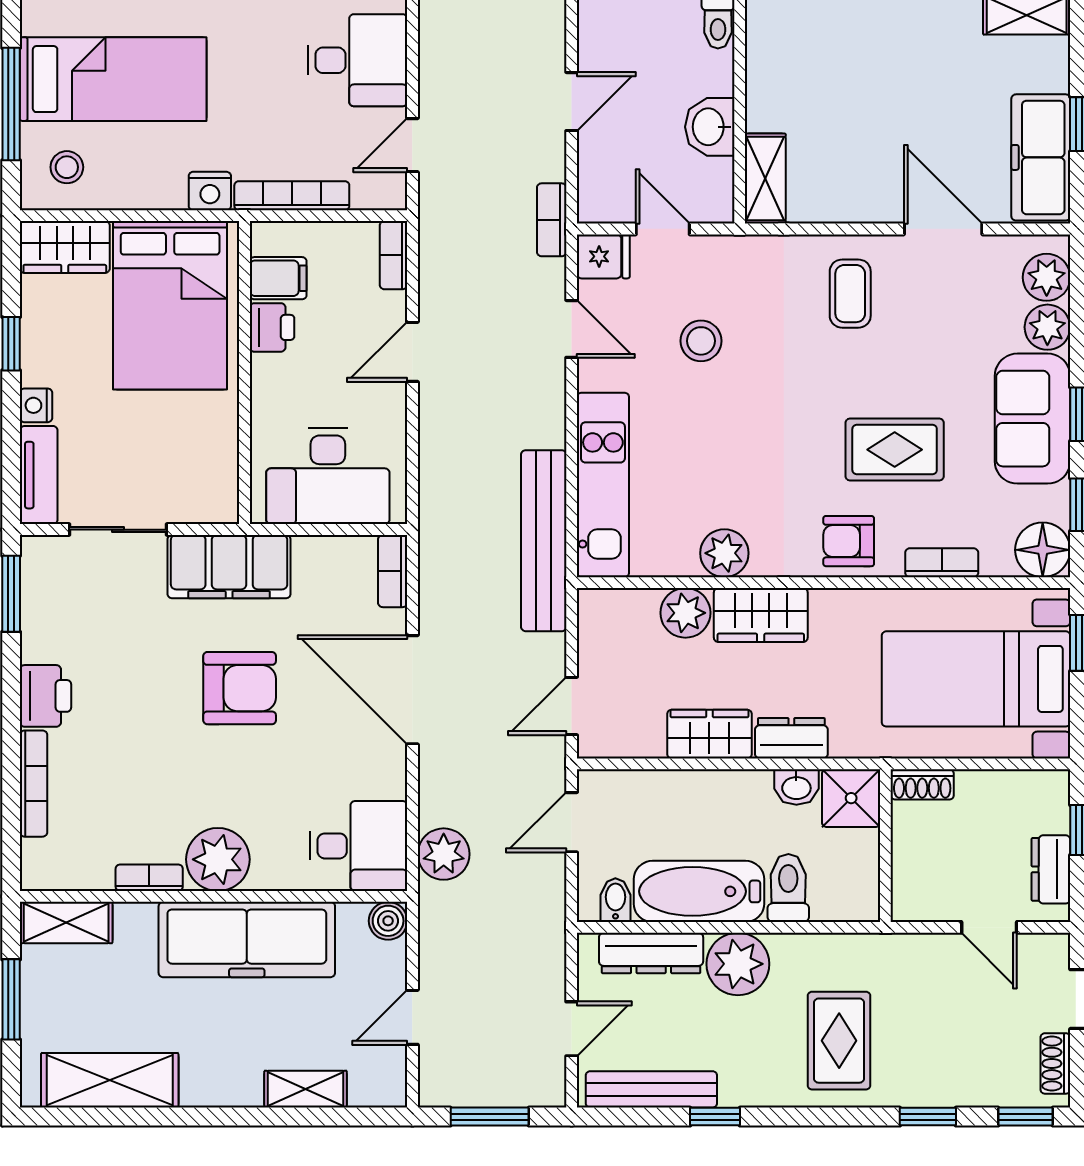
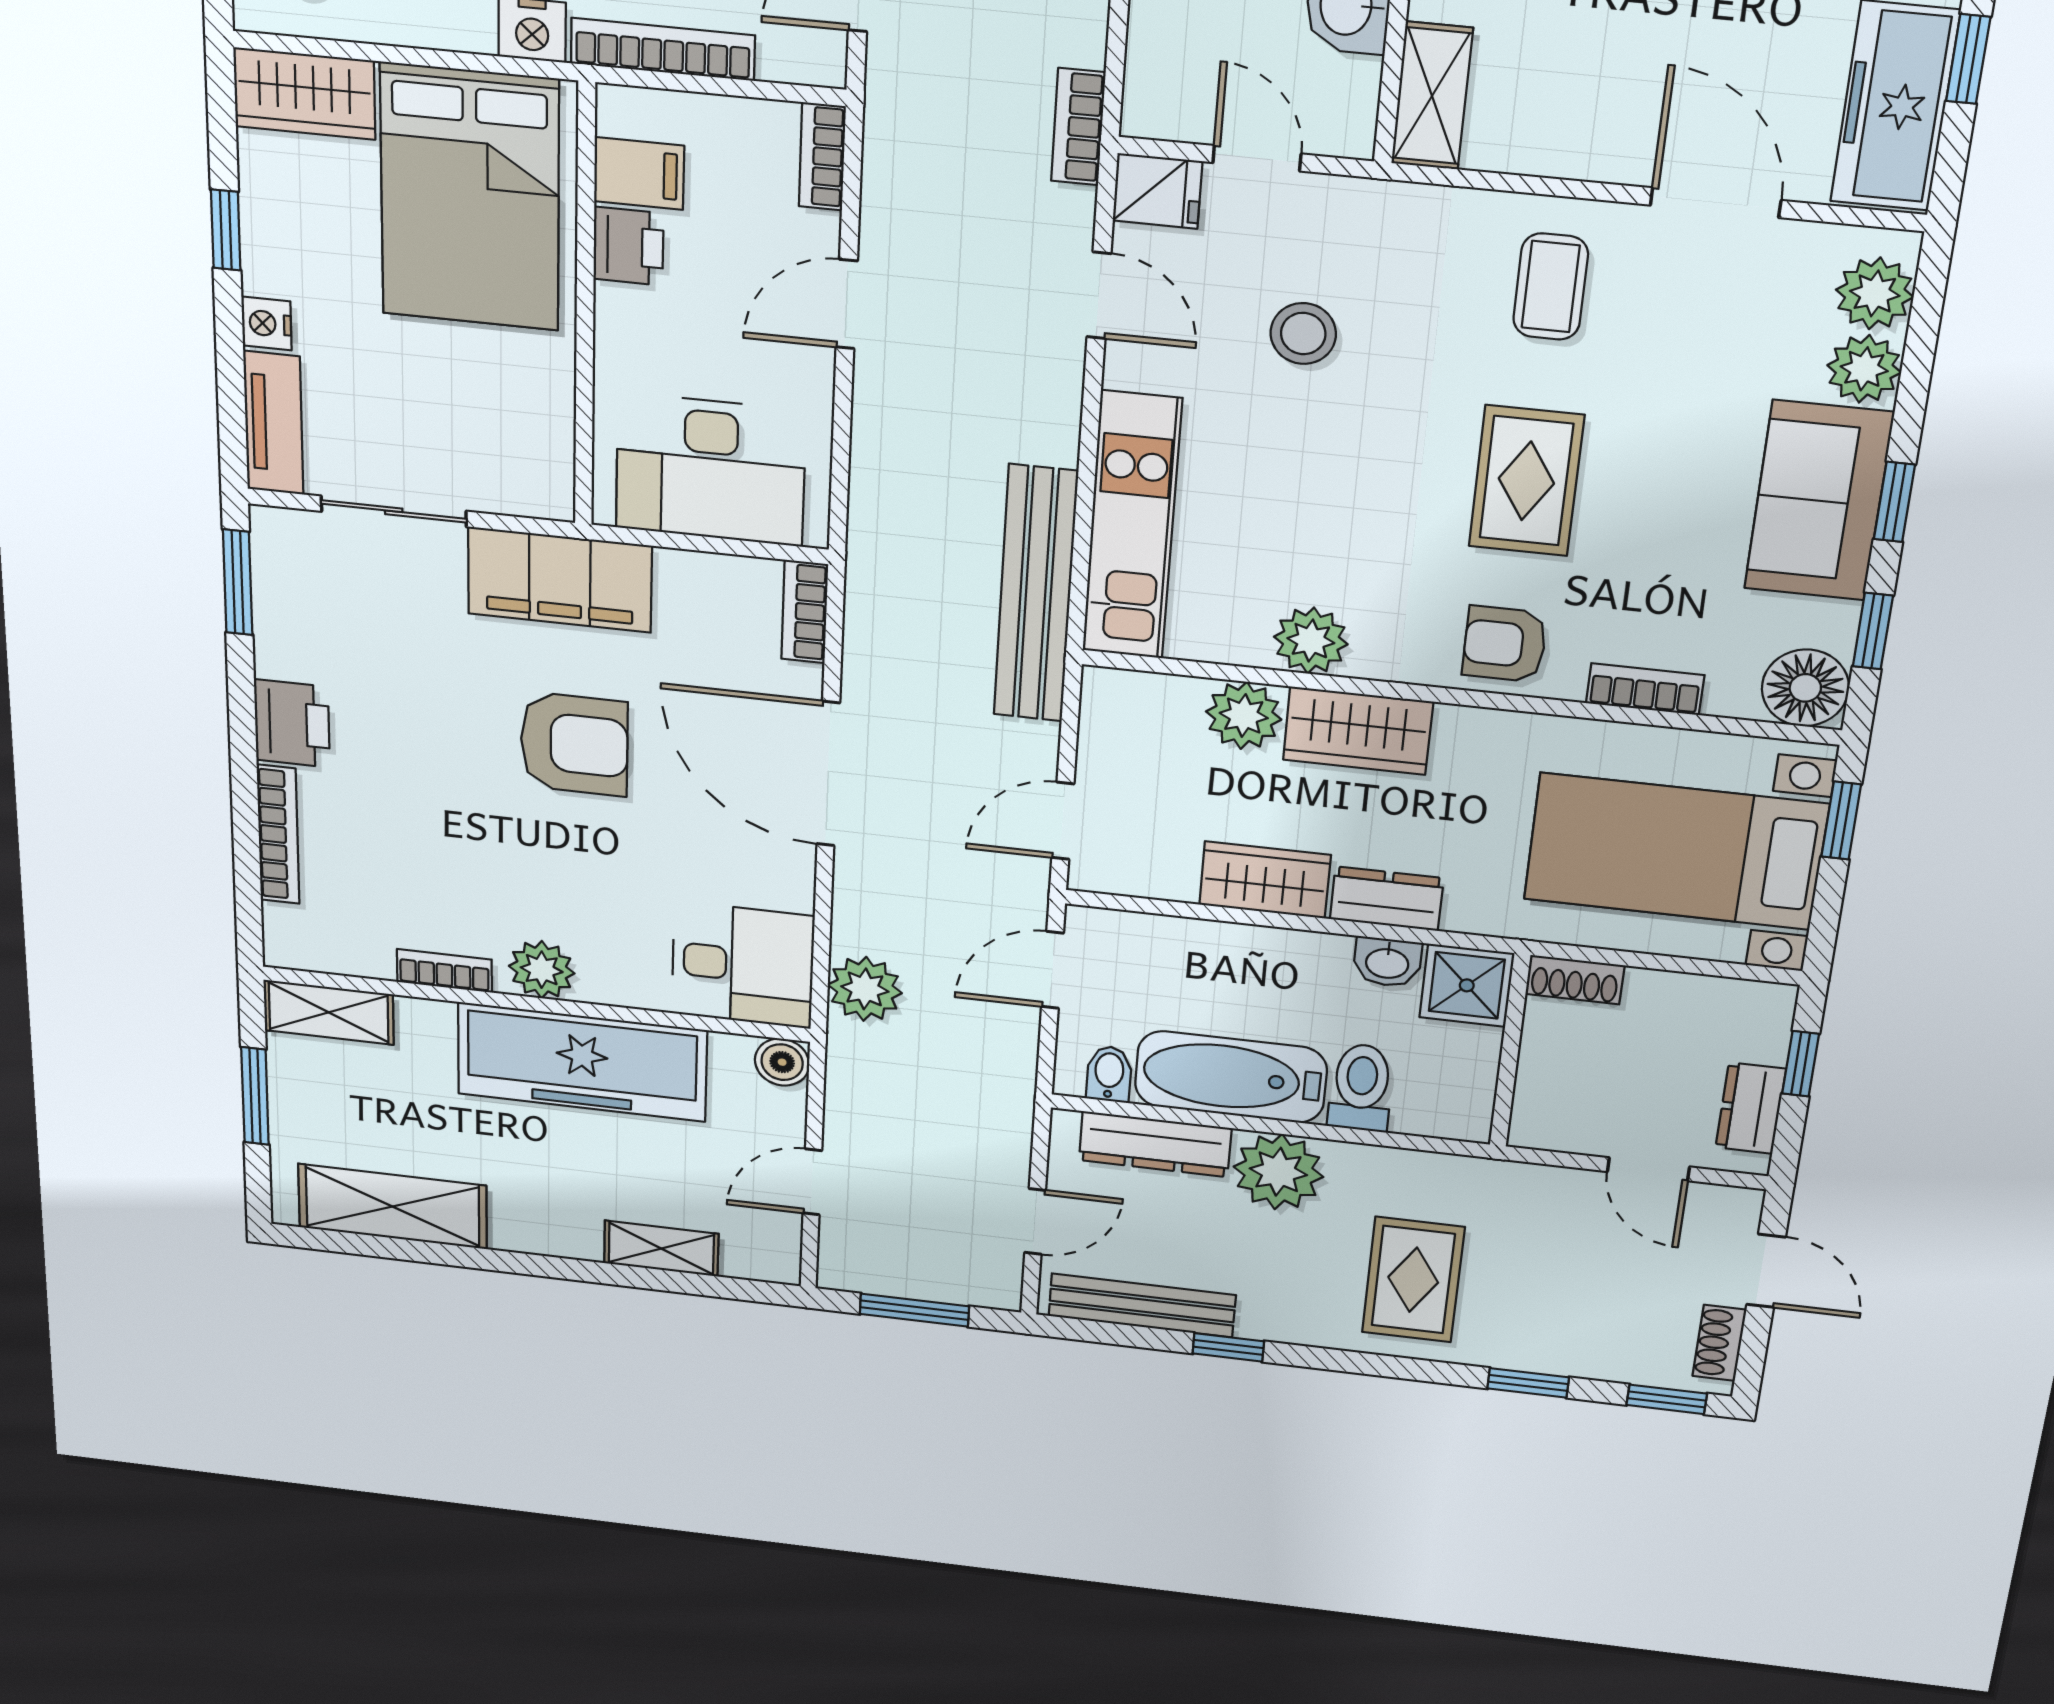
rug: (895, 450) -> (1526, 481), moved, turned 90
plant: (218, 859) -> (542, 970), width x0.73, depth x0.73

